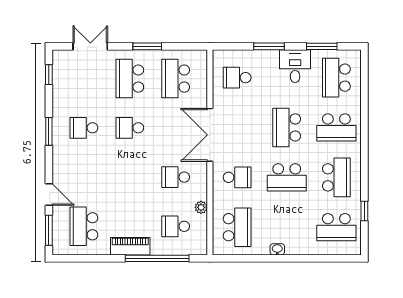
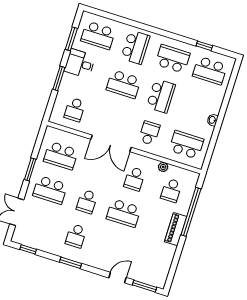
school desk: (84, 226) -> (124, 213), moved
school desk: (336, 227) -> (210, 71), turned 90

